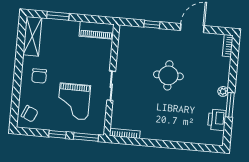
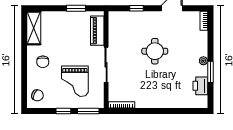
window: (58, 16) -> (76, 8), moved
piano: (97, 30) -> (97, 31), moved, turned 90
sliding door: (111, 86) -> (106, 65), width x1.37

